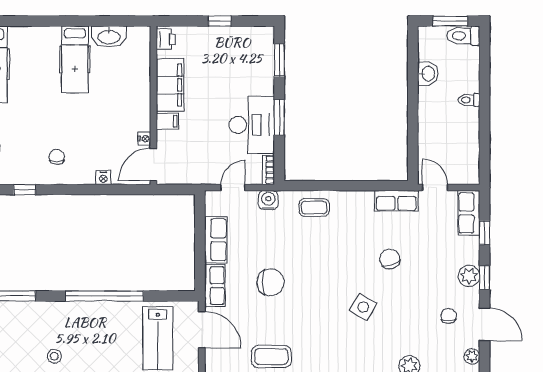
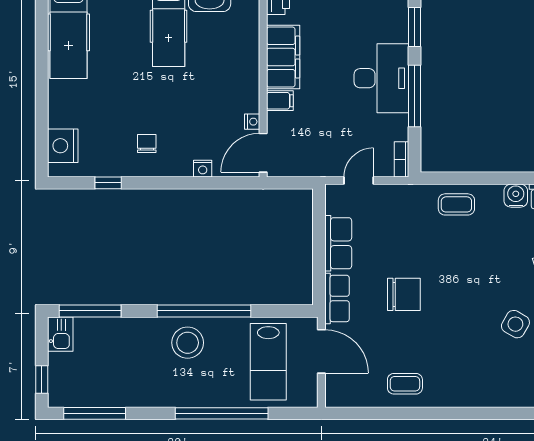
window: (279, 117) -> (414, 96), width x1.44
desk: (252, 125) -> (381, 78), moved
water cooler: (268, 200) -> (516, 196), moved
stool: (54, 356) -> (188, 343), moved, width x1.89, depth x1.89
coffee table: (271, 357) -> (405, 384), width x0.73, depth x0.77

